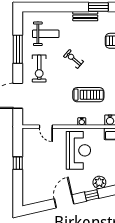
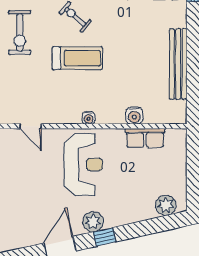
treadmill: (88, 95) -> (77, 58), moved
plant: (99, 182) -> (93, 222), moved

